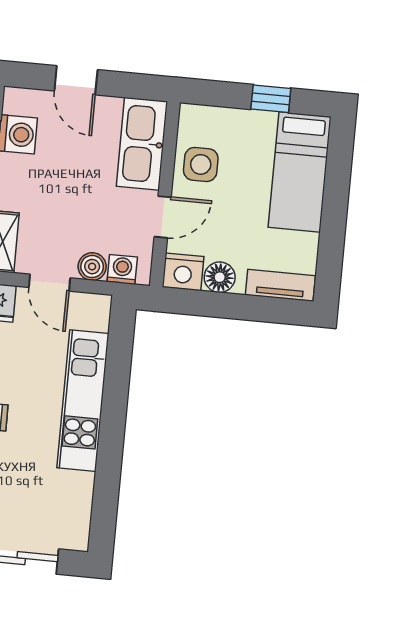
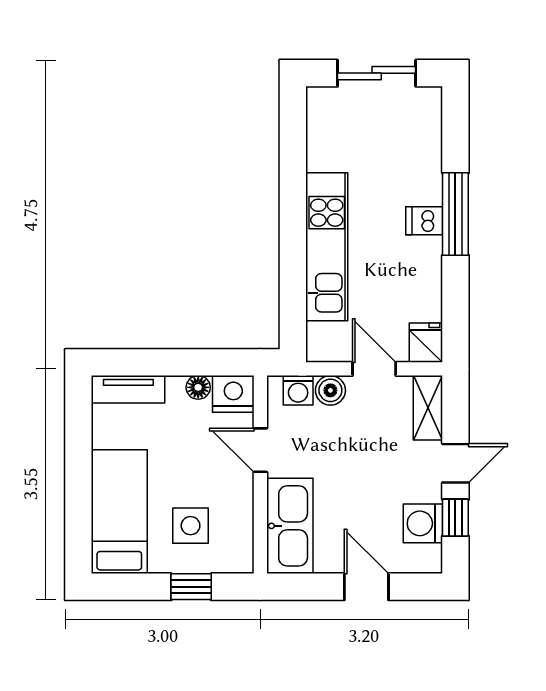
window: (271, 99) -> (191, 587), moved
side table: (201, 164) -> (191, 526), moved
door: (163, 217) -> (260, 450), hinge flipped
floor lamp: (220, 277) -> (198, 387), width x0.73, depth x0.73

